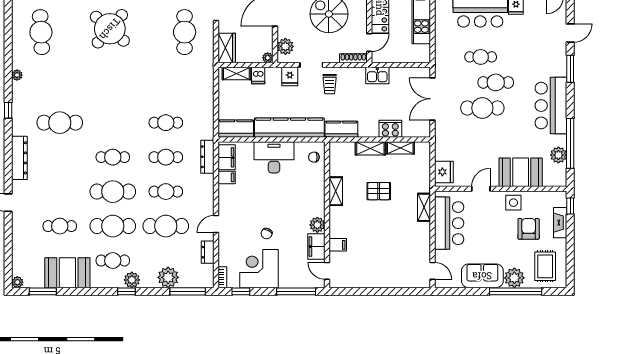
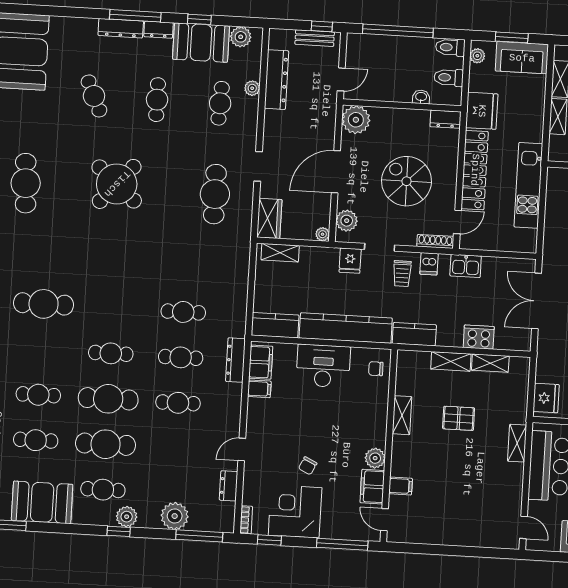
dishwasher: (258, 75) -> (429, 264), moved
cafe table: (166, 226) -> (38, 395), moved, width x0.73, depth x0.74

